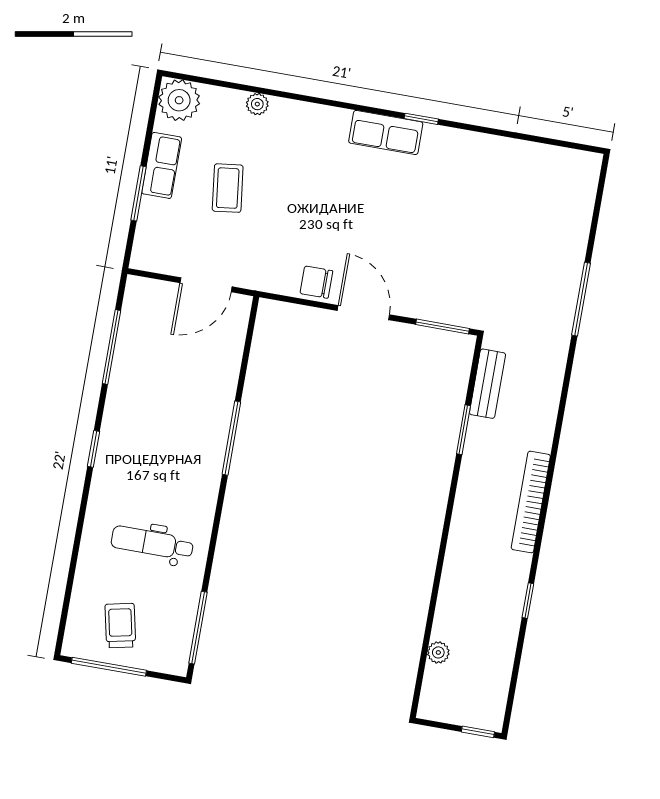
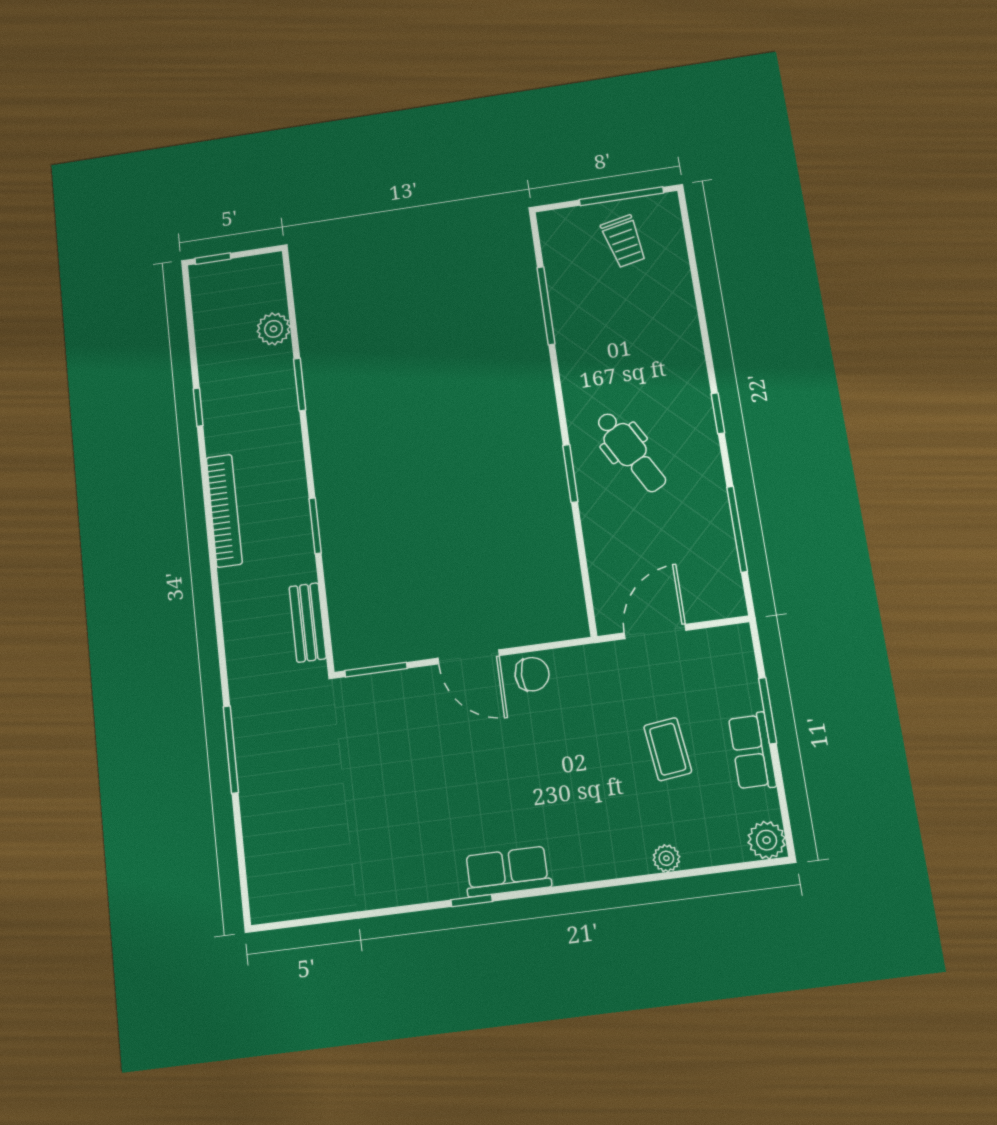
plant: (179, 100) -> (767, 840), width x0.73, depth x0.73
window: (463, 430) -> (315, 526), moved
window: (231, 438) -> (570, 473), width x0.69
dental chair: (152, 543) -> (631, 452), moved, turned 61
window: (435, 592) -> (300, 384), added
window: (198, 628) -> (546, 306), moved
plant: (438, 652) -> (274, 329), width x1.38, depth x1.38

